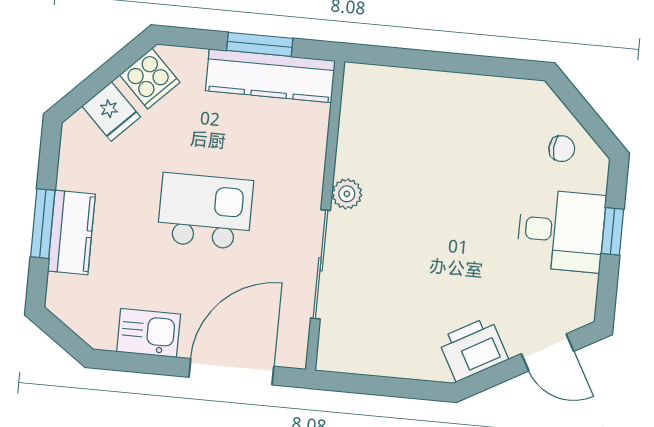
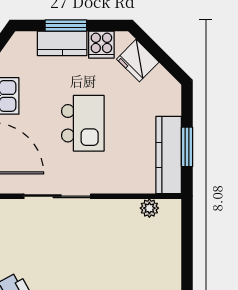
cooker: (150, 79) -> (101, 45), moved, turned -45
fridge: (111, 112) -> (138, 61), width x1.38
plant: (347, 194) -> (149, 208), moved

